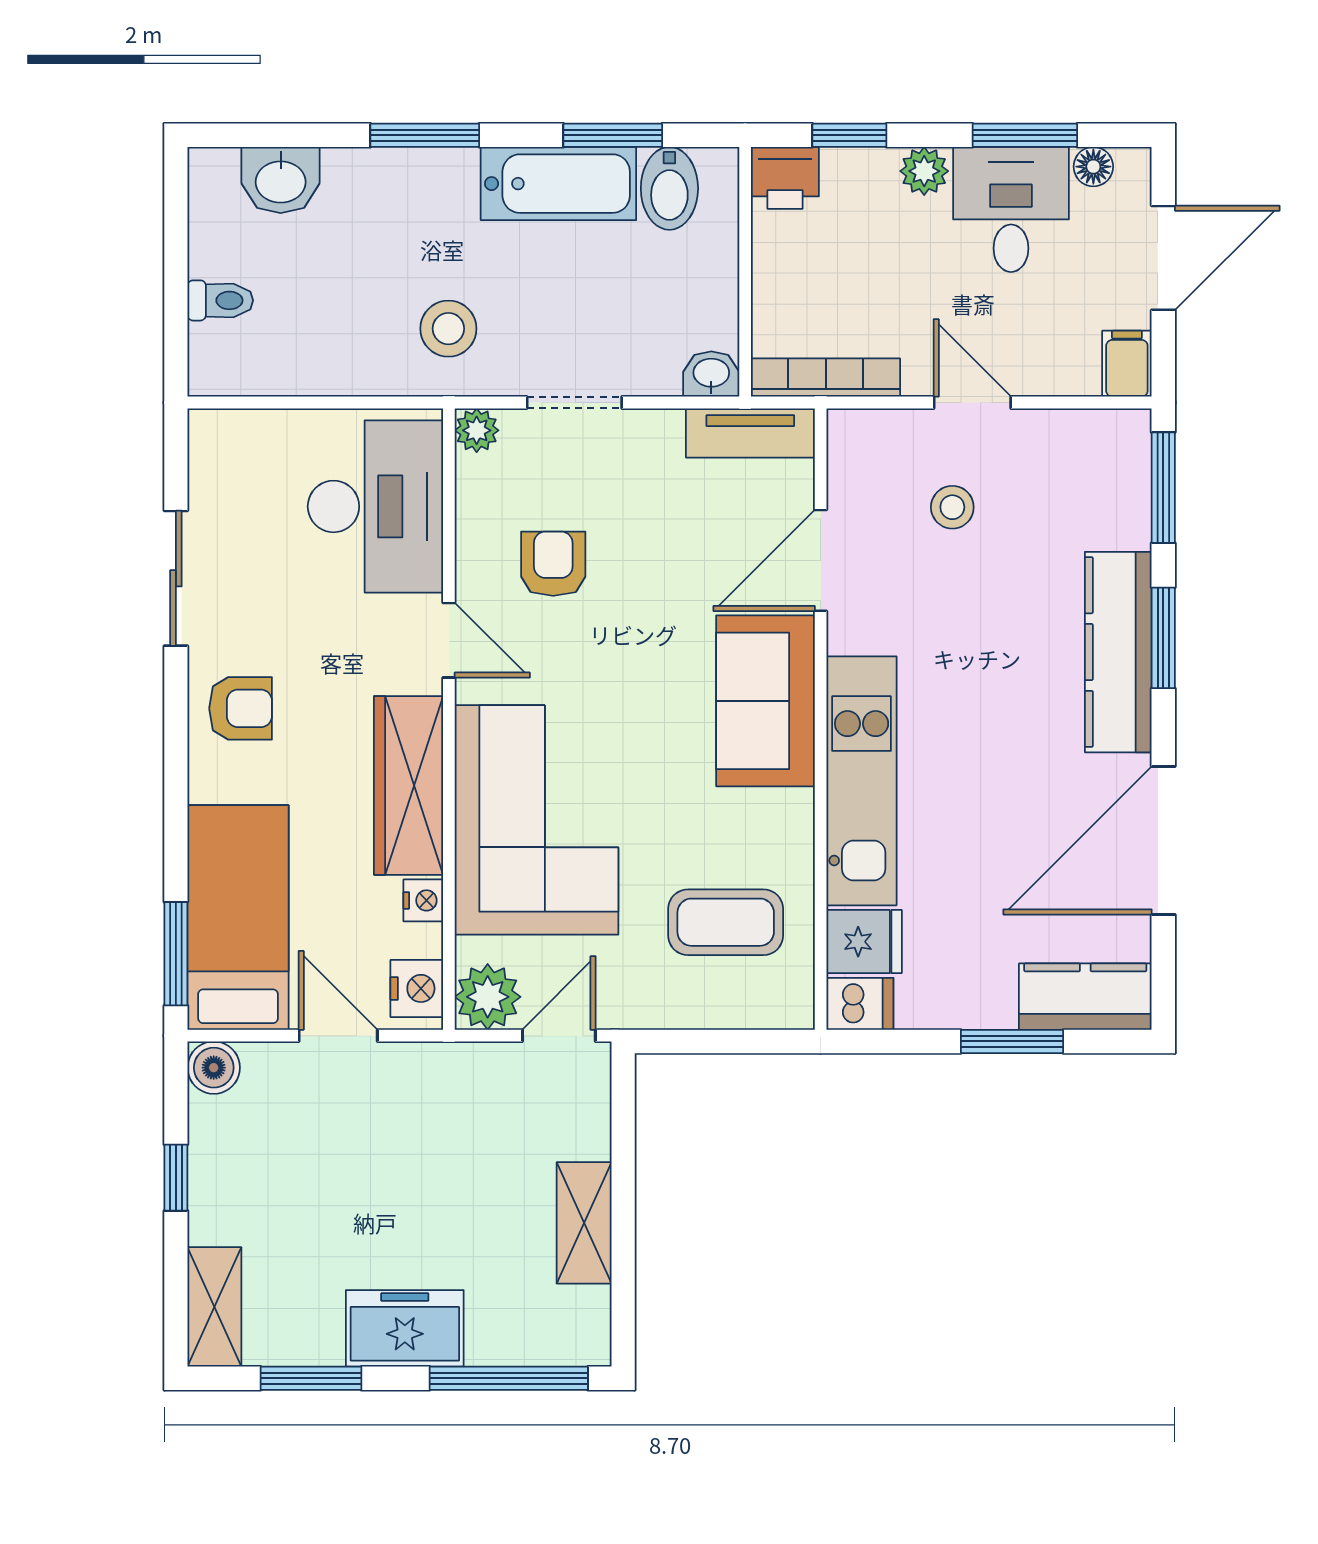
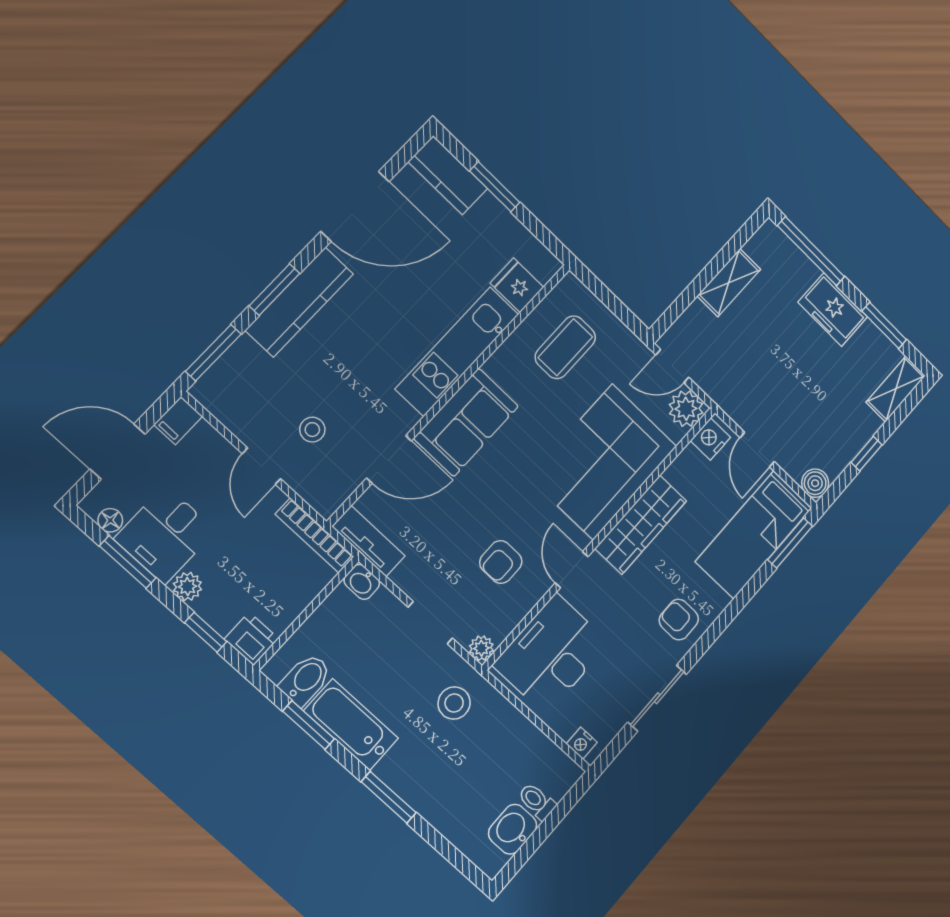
washbasin: (281, 180) -> (513, 829), moved, turned -90
nightstand: (423, 900) -> (582, 743), moved, turned -90
coffee table: (726, 922) -> (565, 347), turned 90
dishwasher: (860, 1004) -> (542, 262), removed

